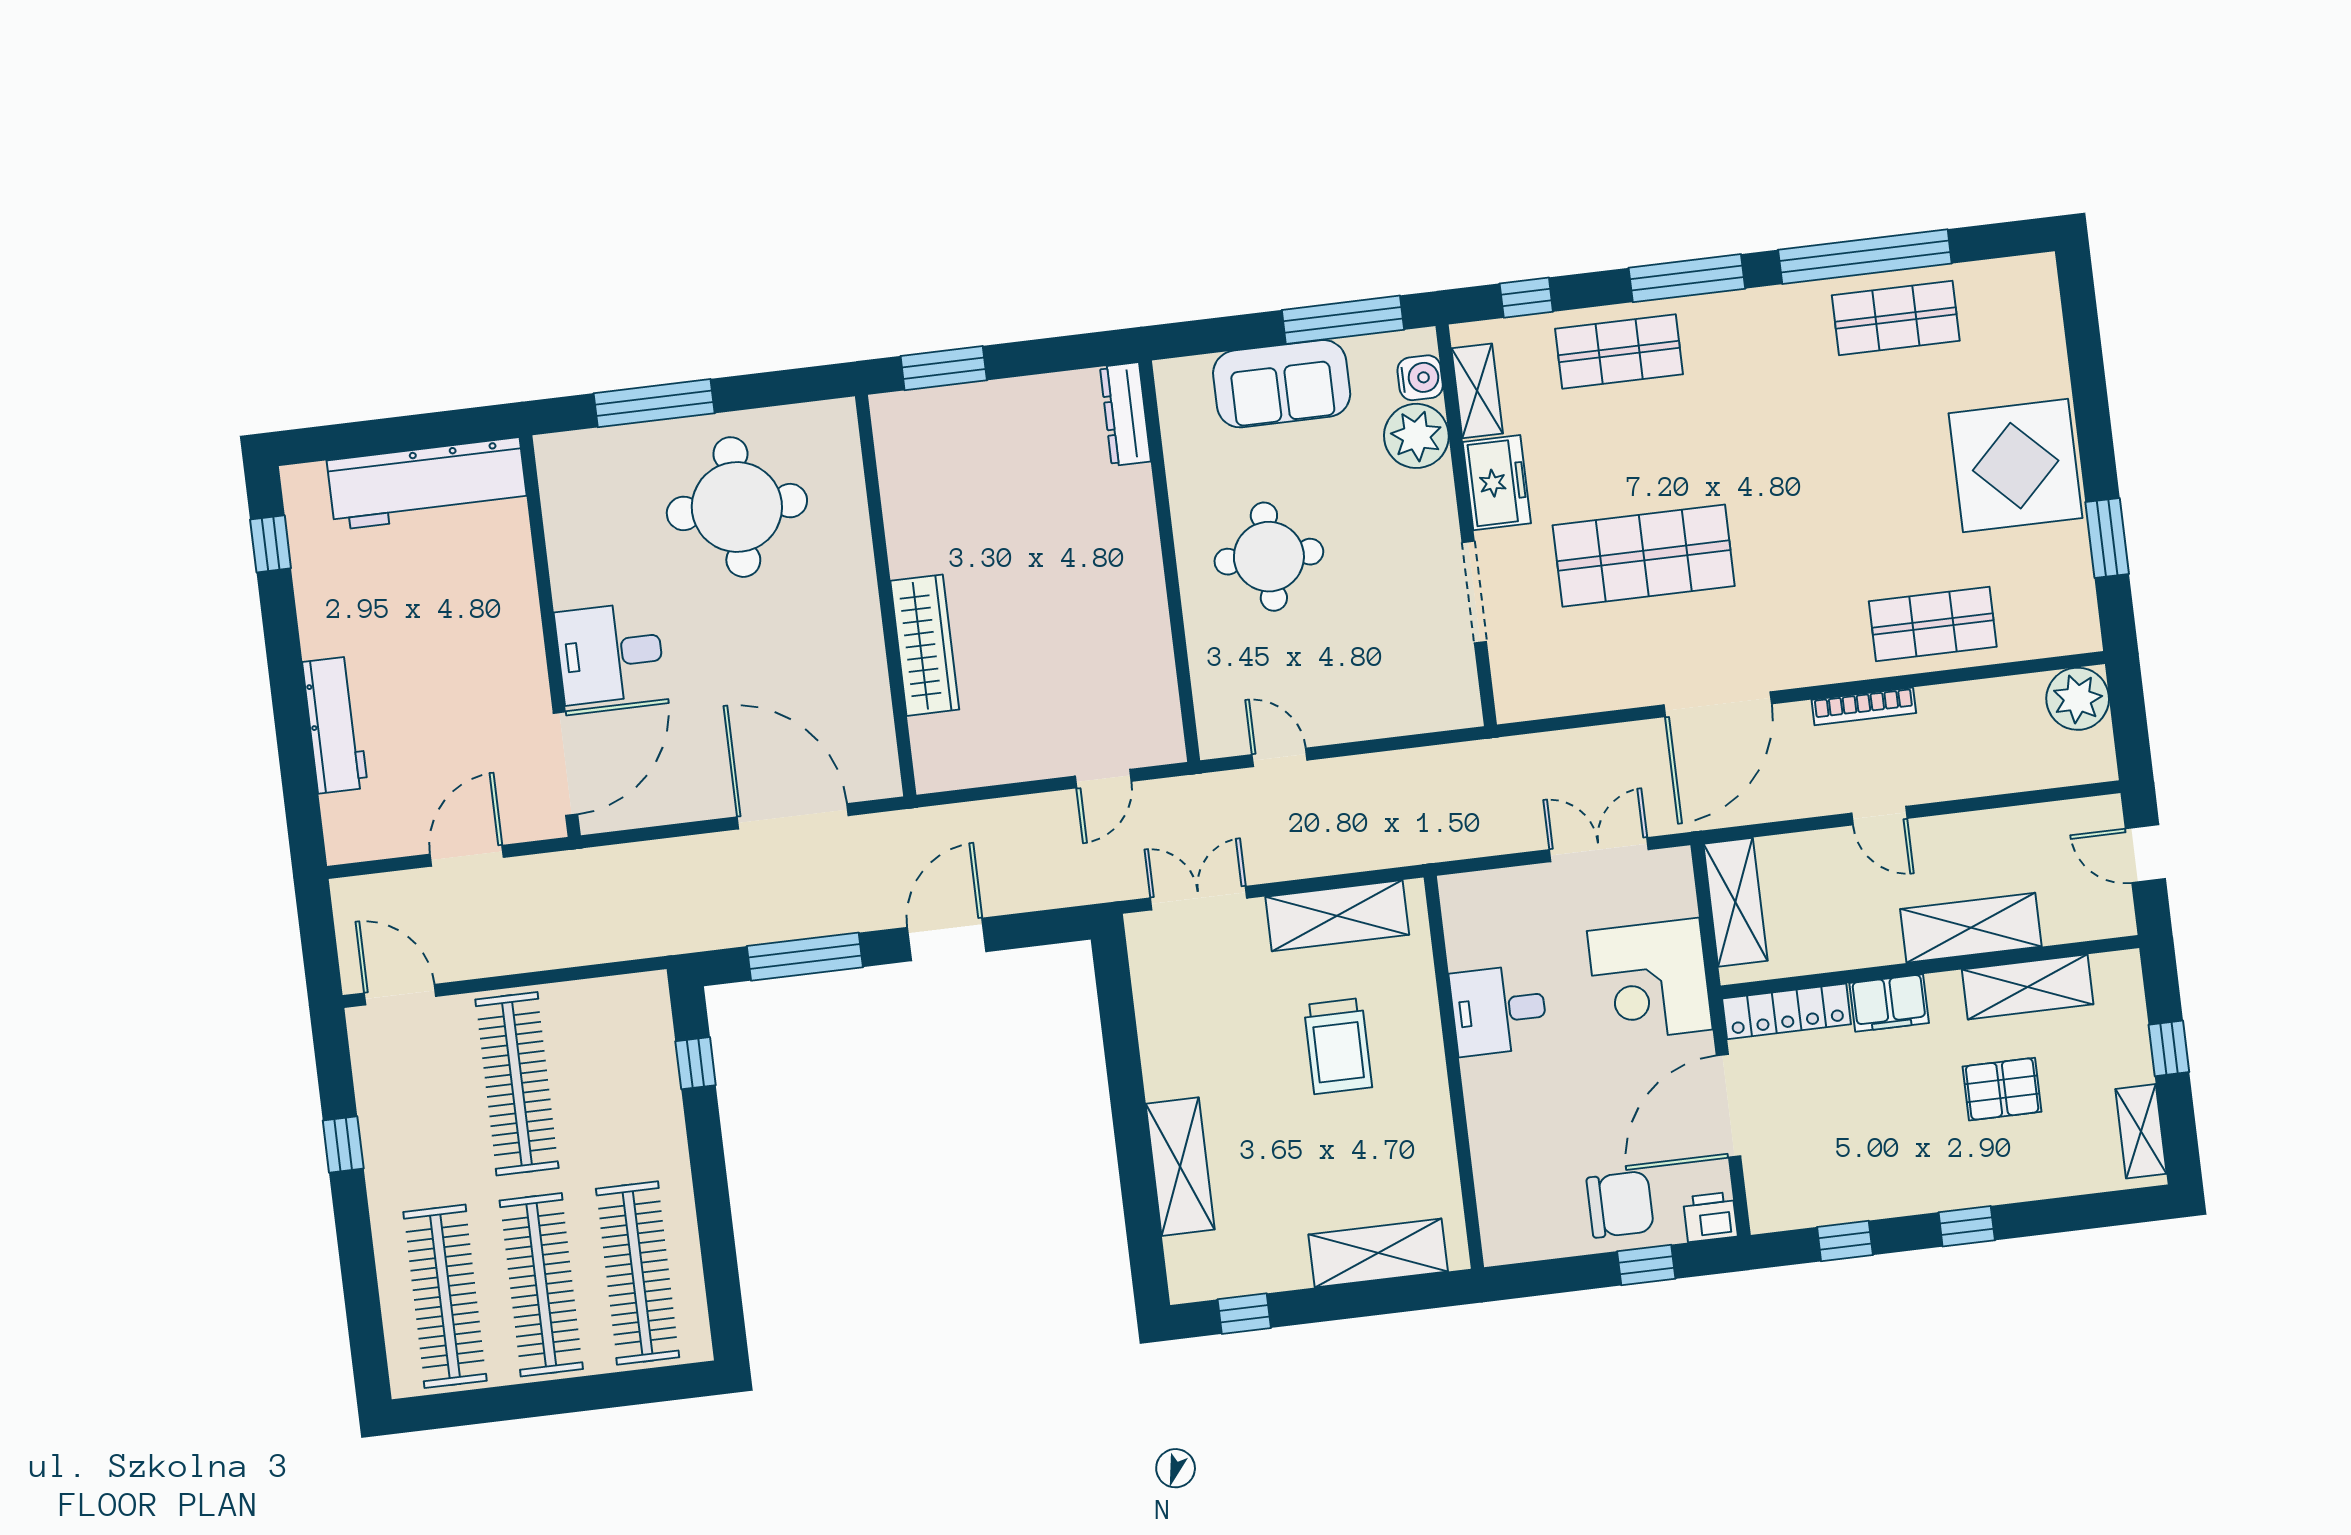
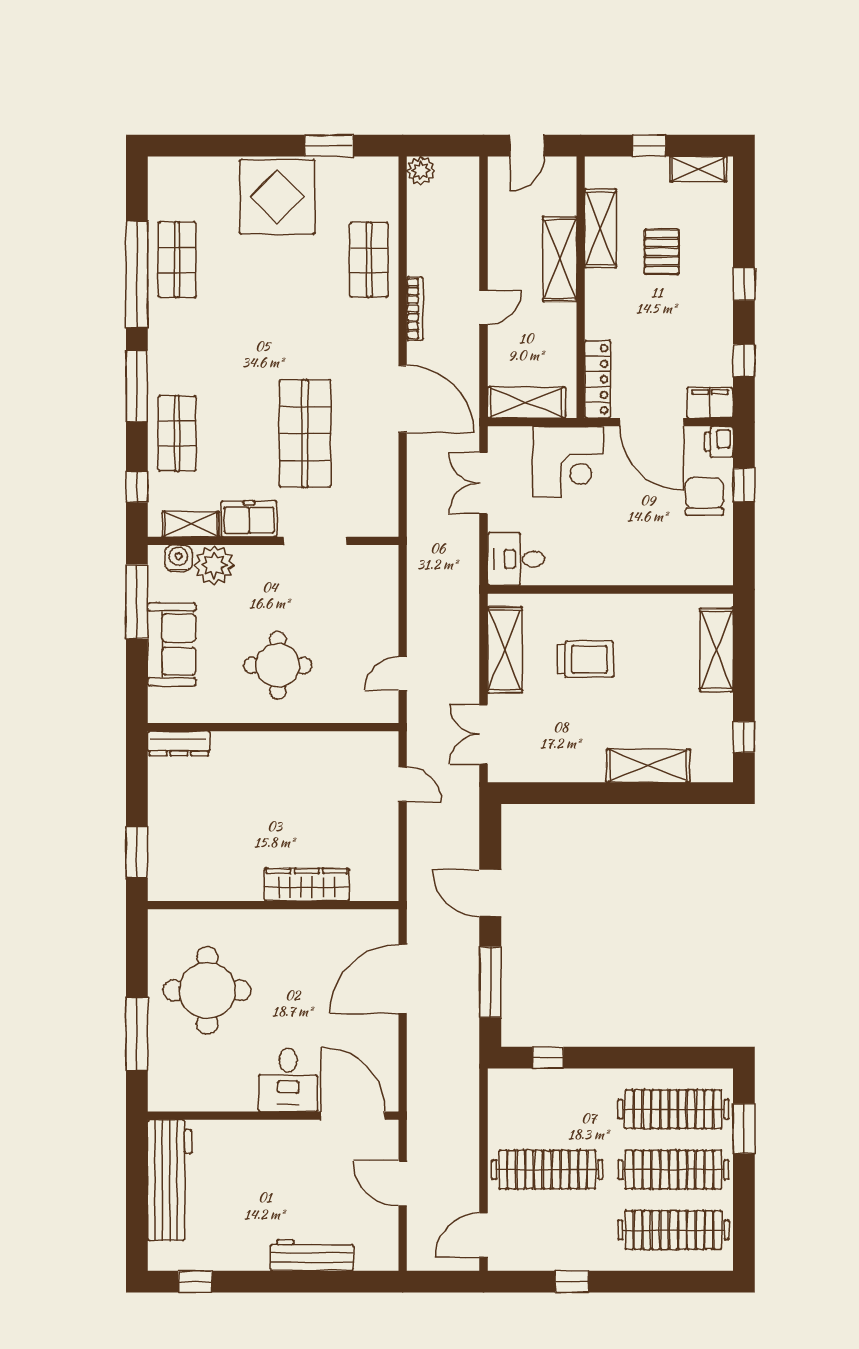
plant: (2078, 699) -> (421, 171), width x0.73, depth x0.73
filing cabinet: (1889, 1003) -> (710, 403), moved, turned -90
desk: (1499, 1010) -> (516, 559), moved, turned 90
window: (620, 1389) -> (744, 1129), added

